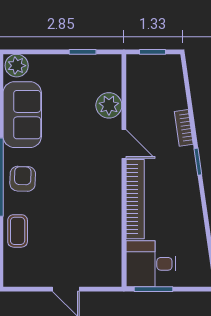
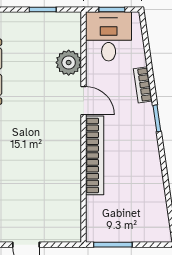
desk: (151, 264) -> (109, 36), moved, turned 90

